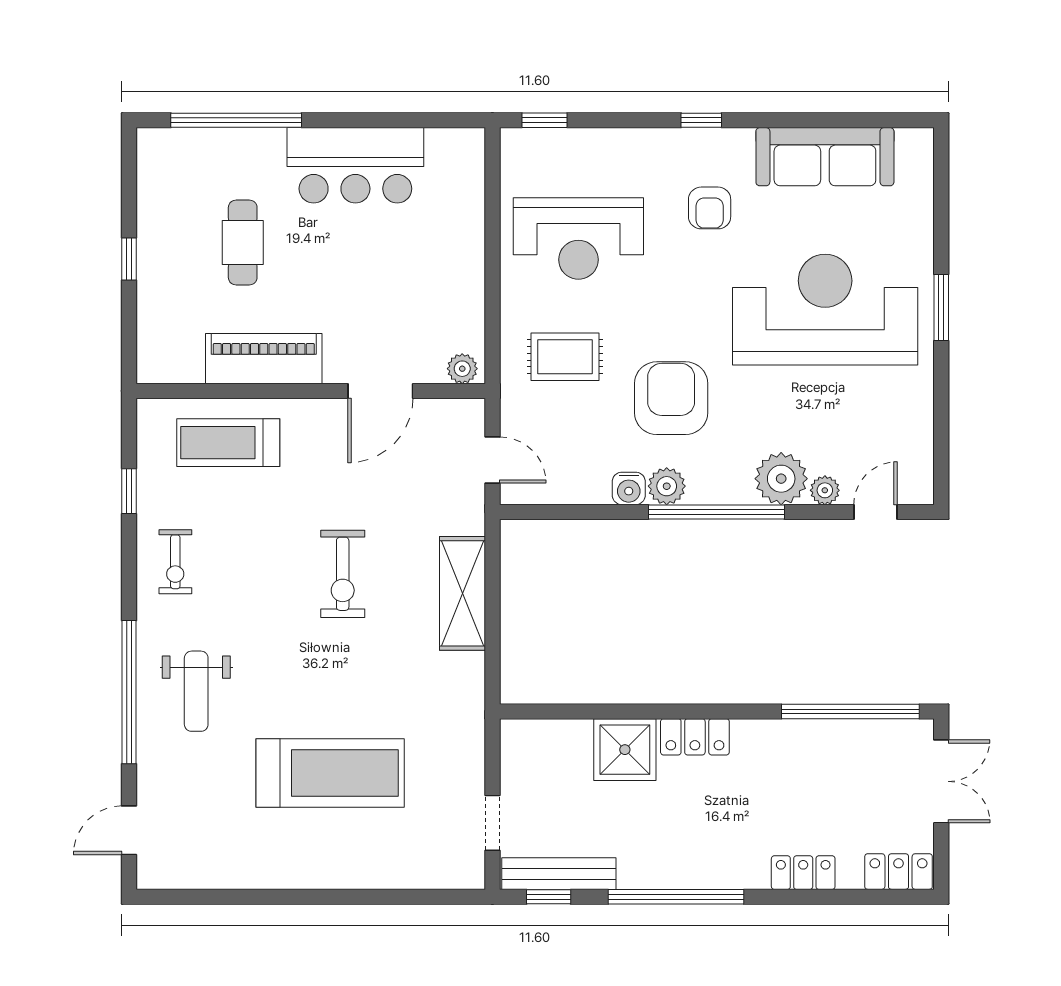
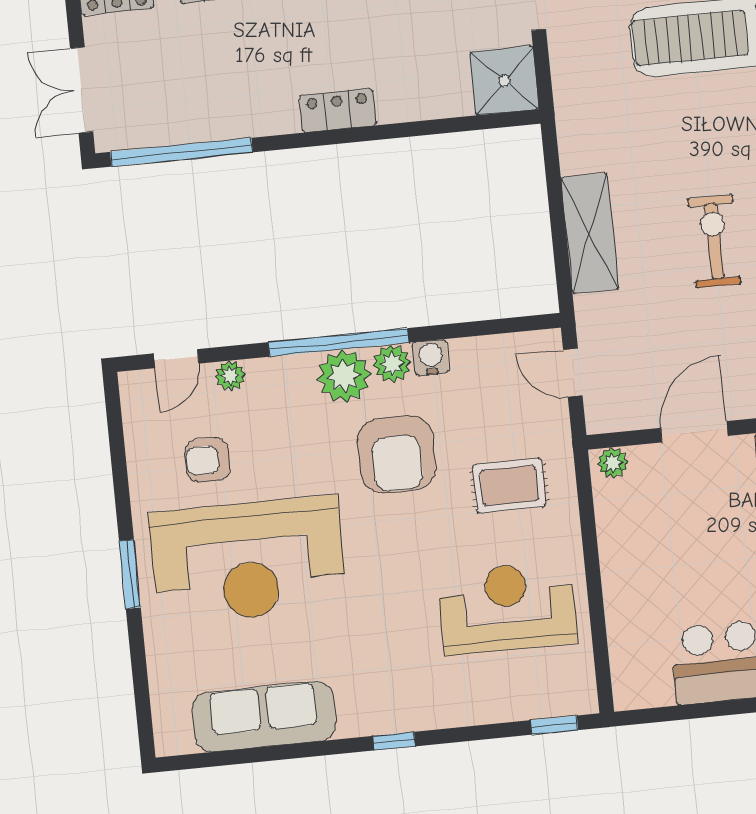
armchair: (710, 208) -> (207, 460), moved, turned -90
plant: (781, 479) -> (344, 376), moved
shower: (625, 750) -> (504, 81), moved

